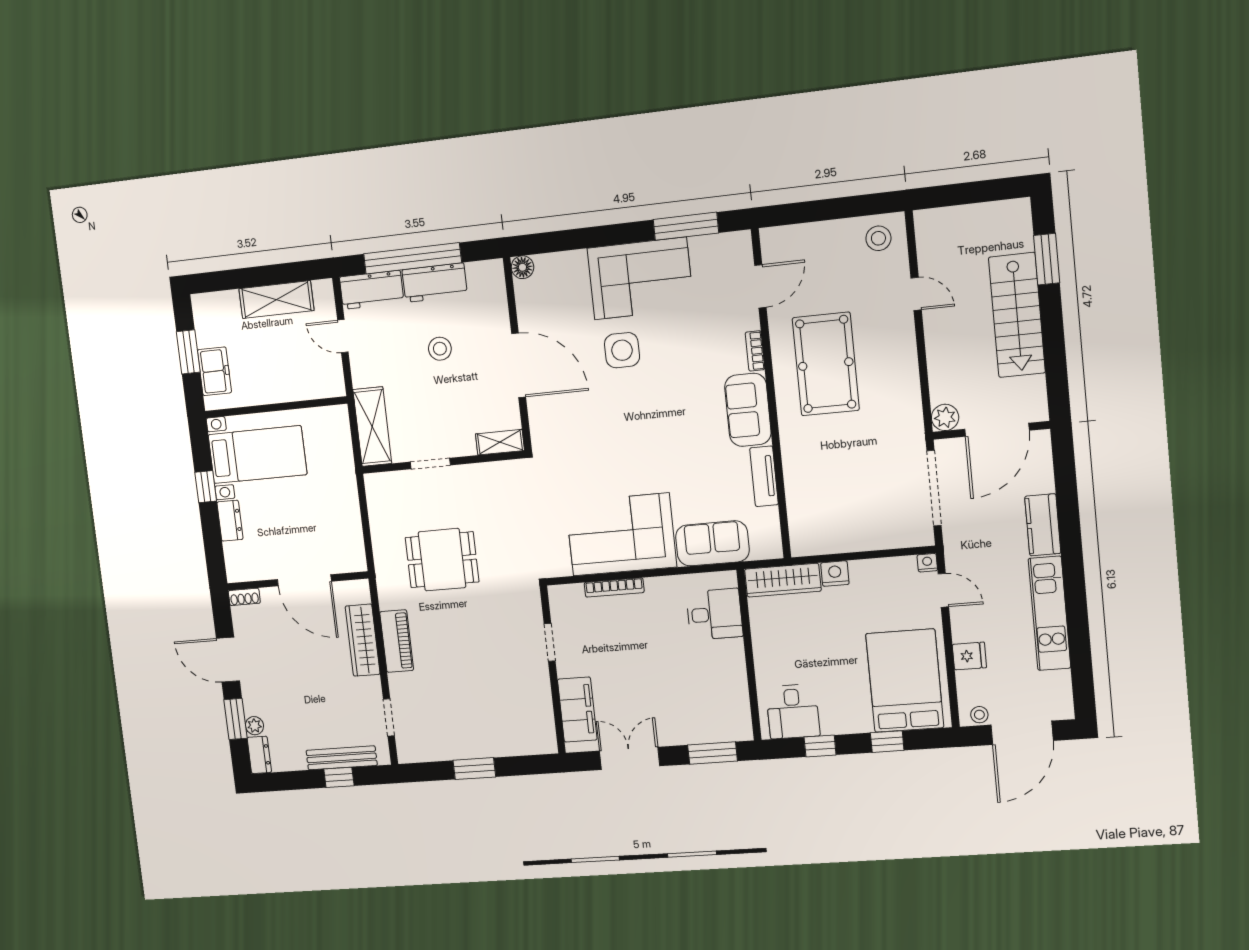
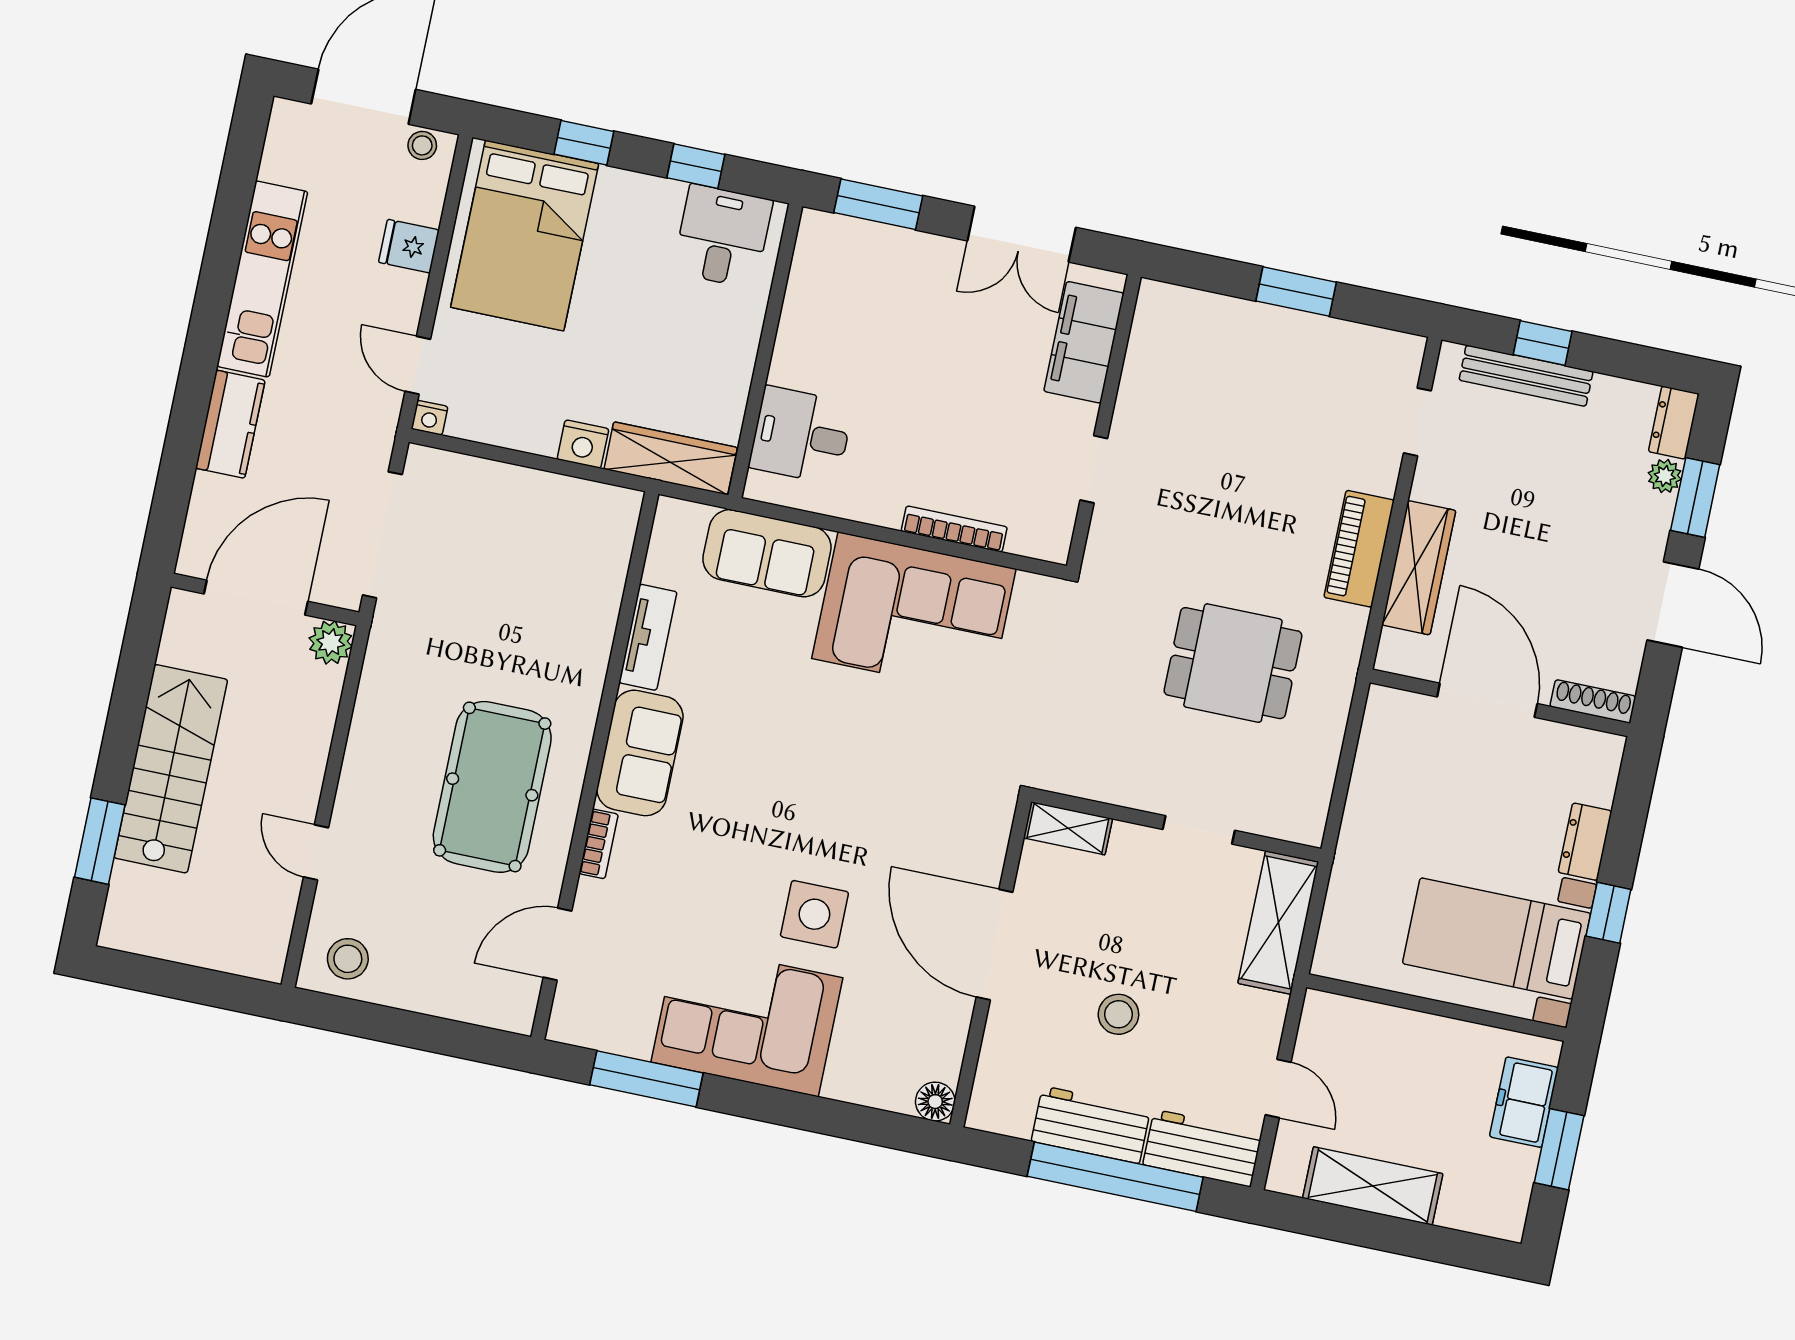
shoe rack: (244, 597) -> (1593, 701), width x1.43

